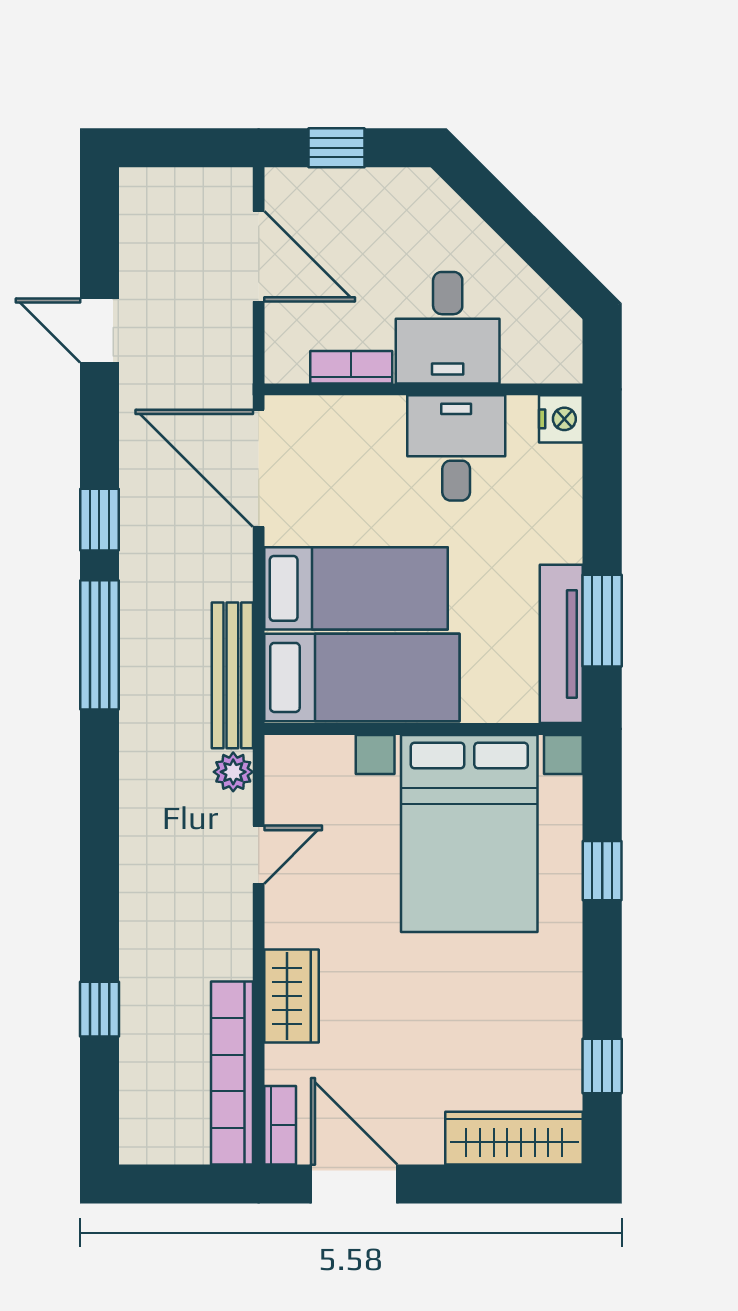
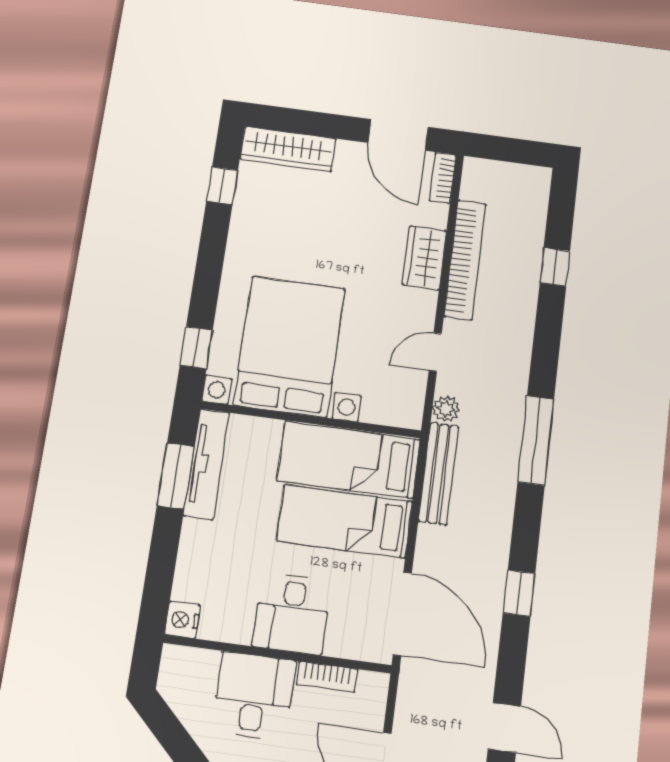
desk: (456, 448) -> (292, 614), moved
window: (99, 645) -> (536, 440), moved
window: (602, 871) -> (196, 348), moved
bookcase: (232, 1073) -> (465, 260), moved

